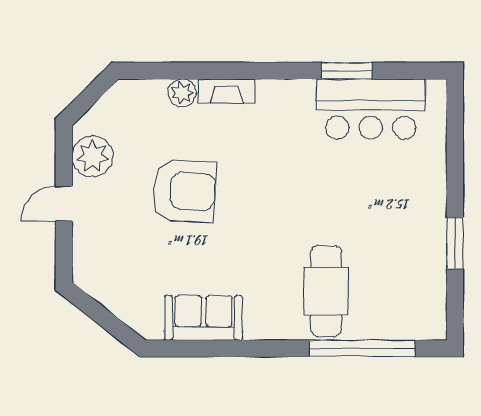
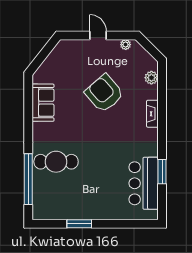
plant: (182, 93) -> (151, 78), moved
plant: (93, 156) -> (126, 45), width x0.53, depth x0.53
armchair: (184, 191) -> (104, 93), turned 136

